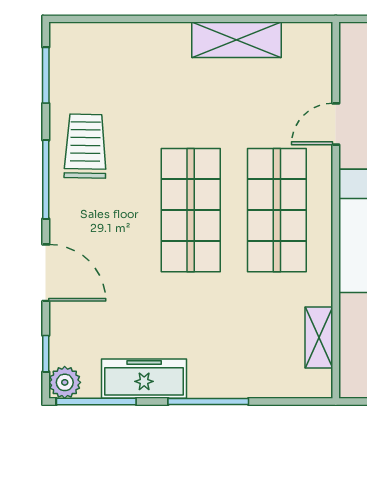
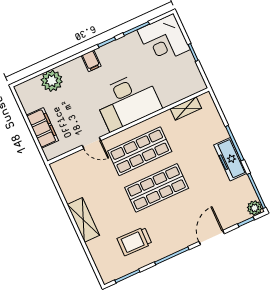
shelving: (237, 40) -> (83, 220), moved
trolley: (85, 146) -> (135, 241), moved
freezer: (144, 379) -> (230, 159), moved

